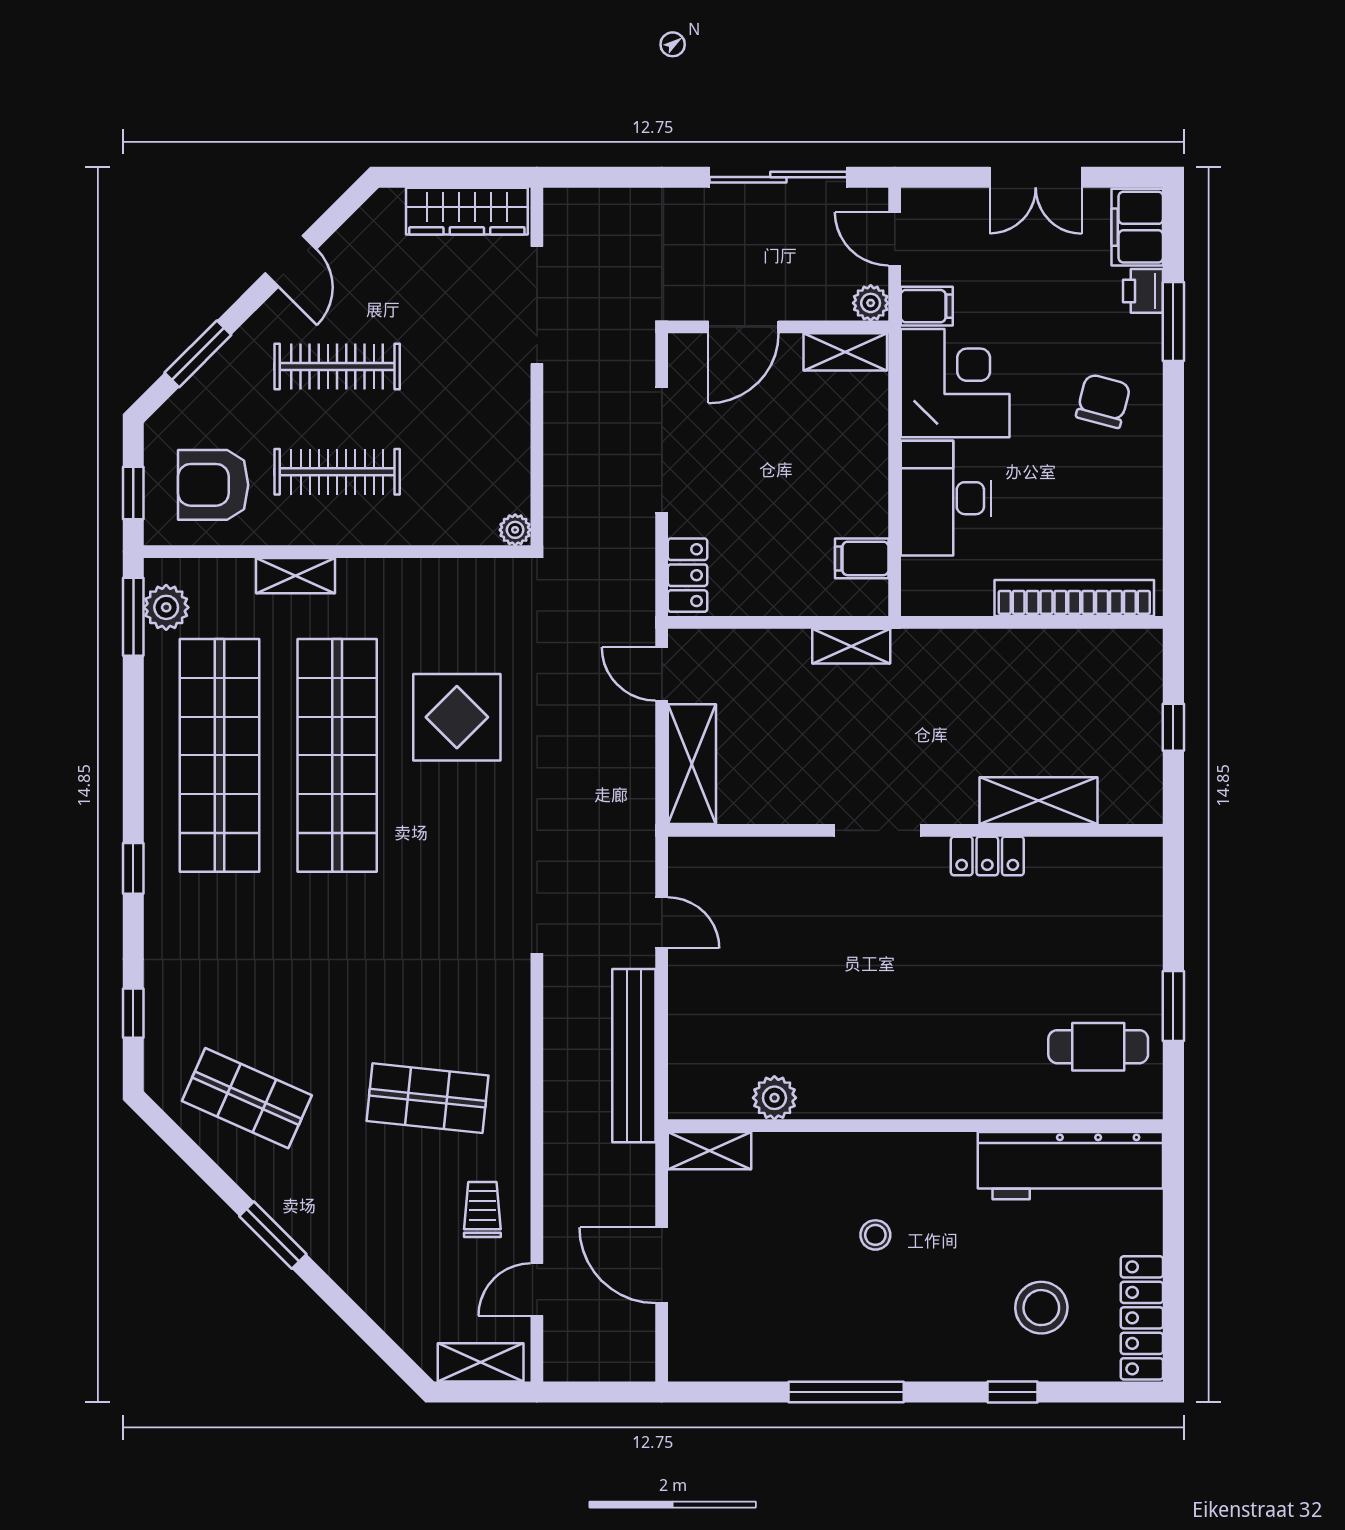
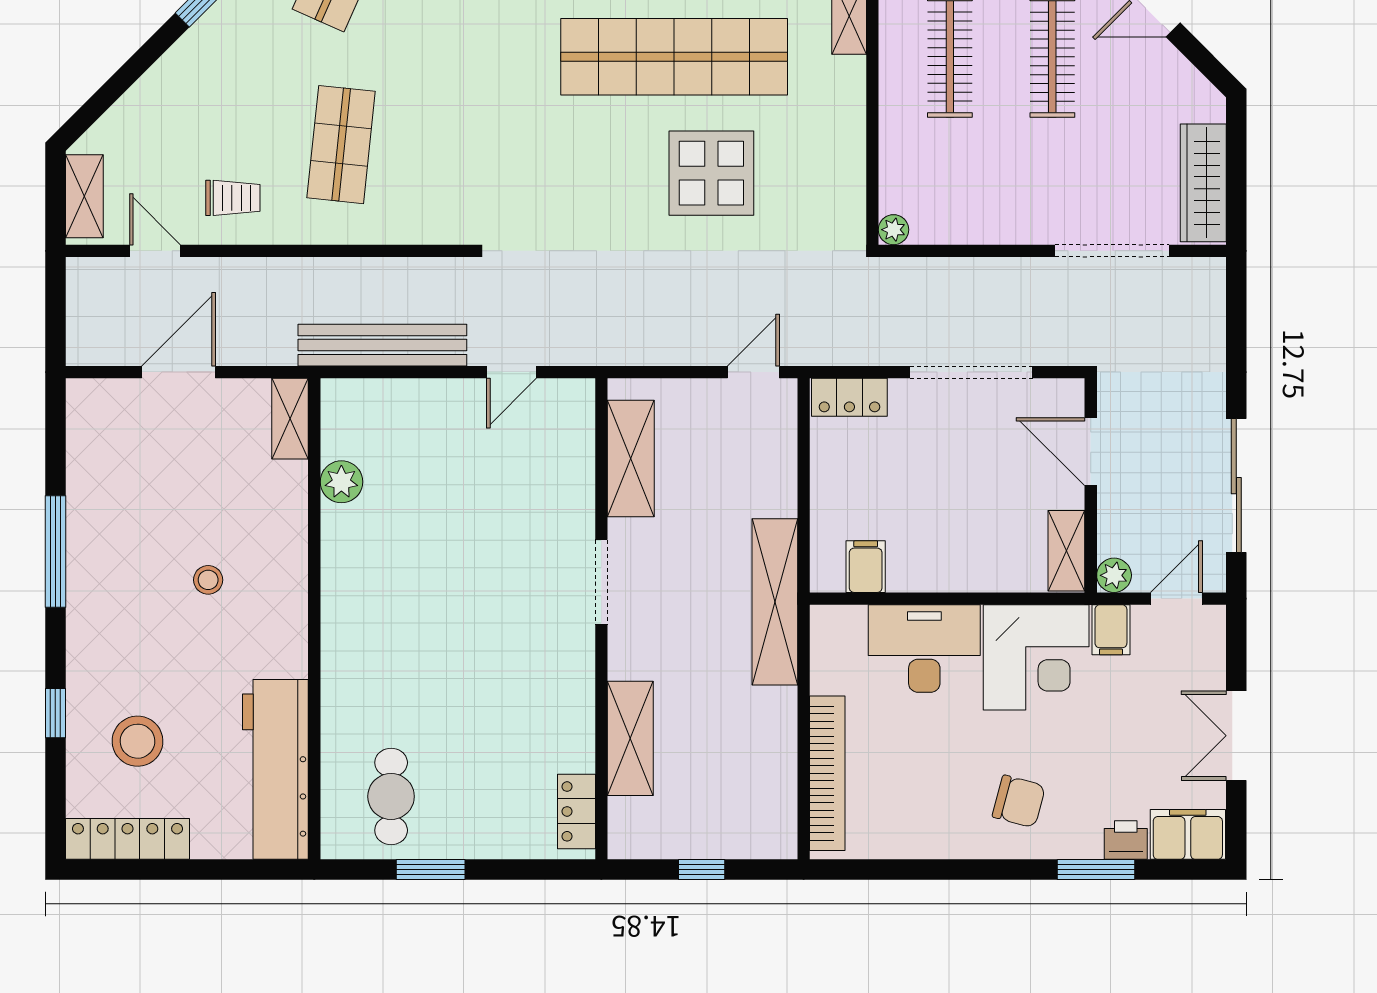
shelving: (851, 646) -> (775, 602), width x2.20, depth x1.33
shelving: (692, 764) -> (631, 459), moved, turned 90
locker: (987, 856) -> (576, 811), moved

